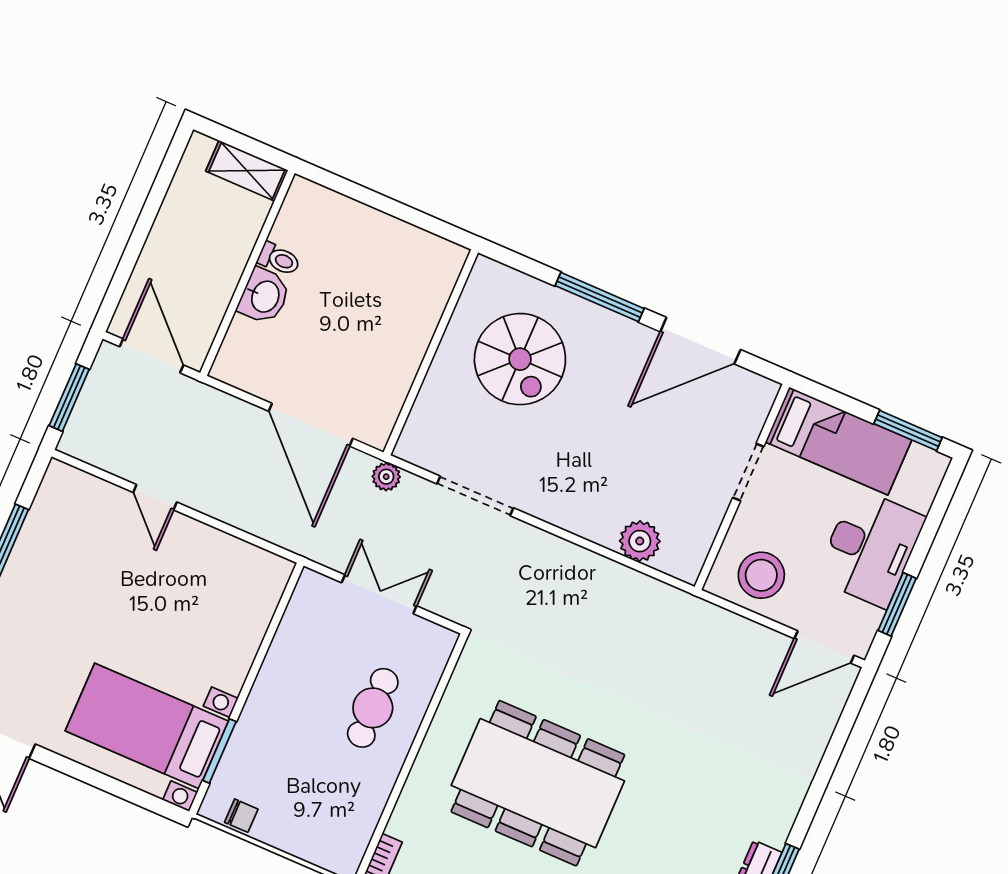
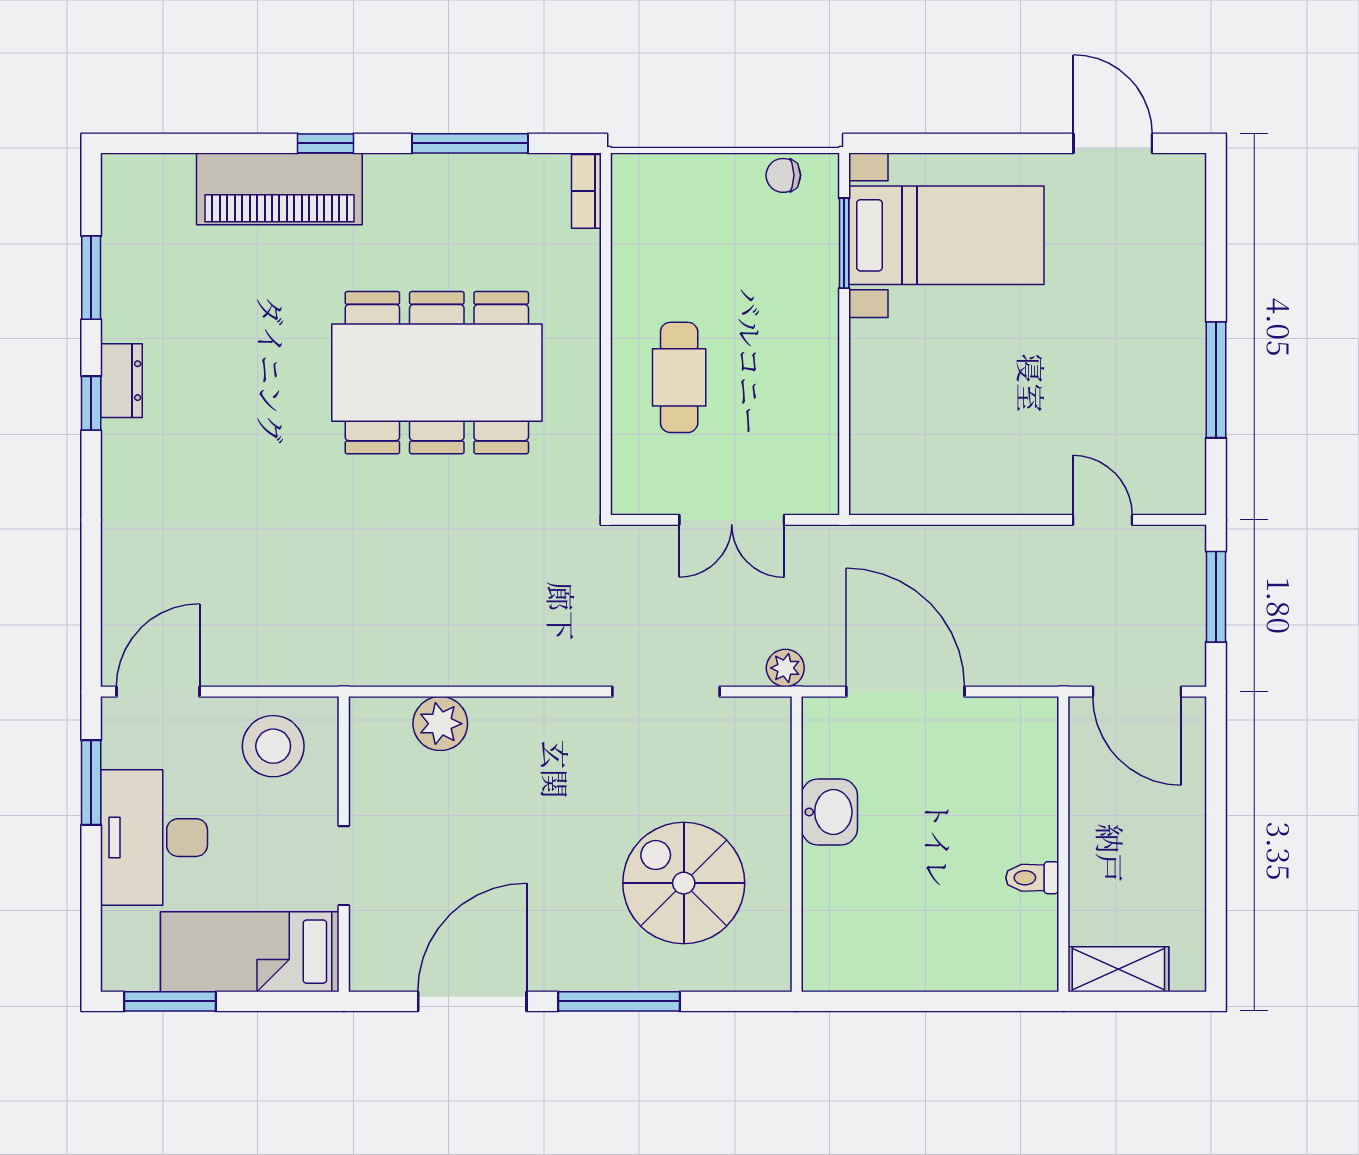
washbasin: (264, 296) -> (829, 812), moved, turned 180
door: (155, 497) -> (1102, 520), moved

